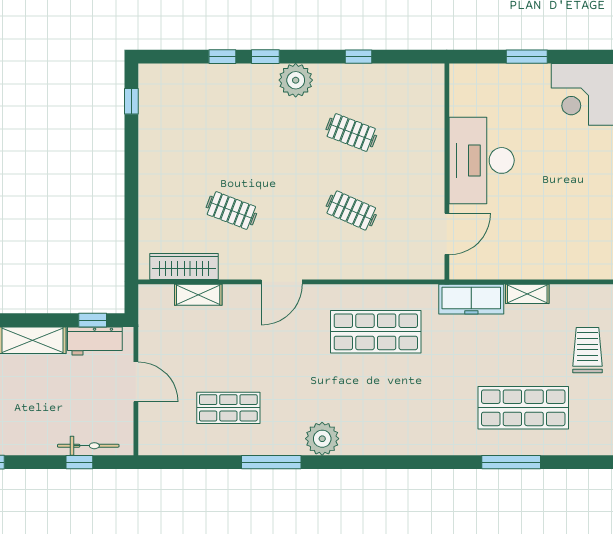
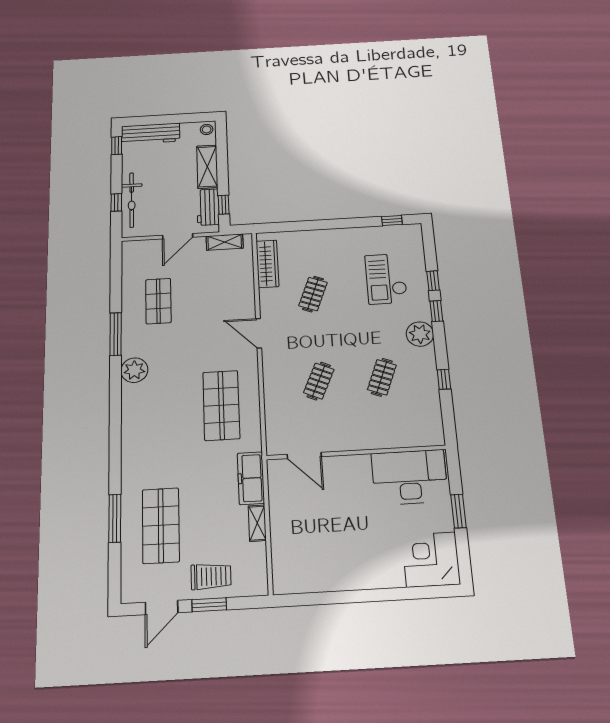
checkout: (216, 116) -> (386, 279), added
desk: (482, 160) -> (410, 477), moved
shelving: (198, 295) -> (225, 242), moved, turned 90
bicycle: (88, 446) -> (132, 200), width x1.37, depth x1.40

